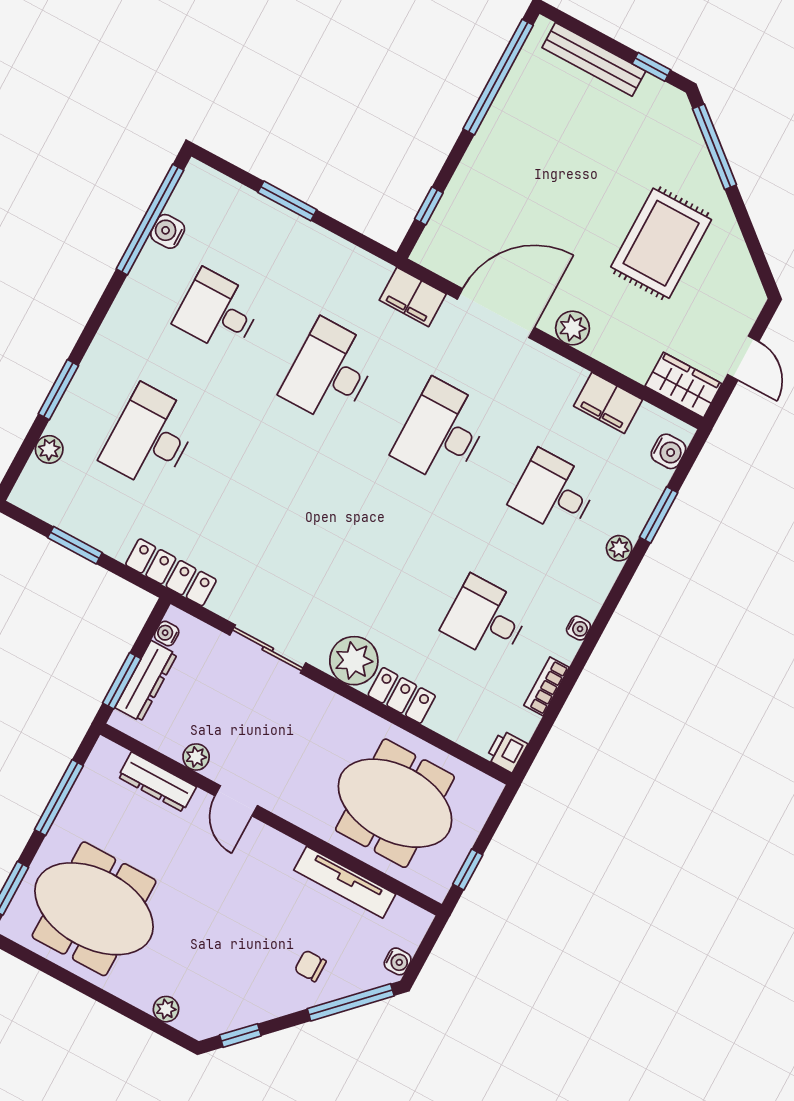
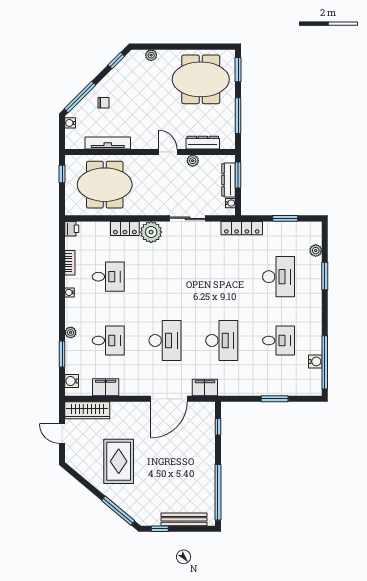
plant: (573, 328) -> (135, 409), removed
wardrobe: (683, 385) -> (87, 410), width x1.50

